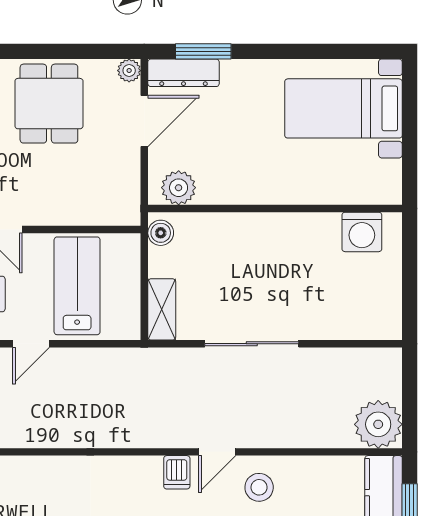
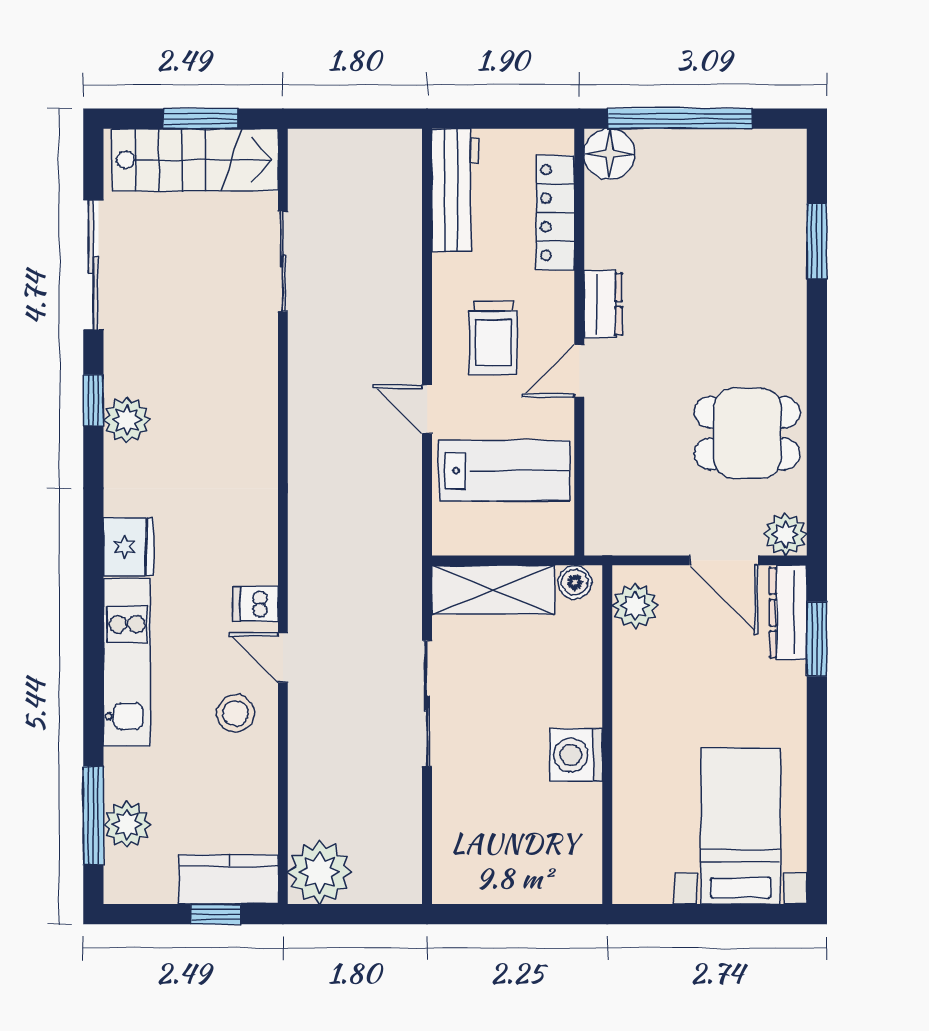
plant: (129, 71) -> (785, 534), width x1.38, depth x1.38
washing machine: (362, 232) -> (576, 755), moved
shelving: (162, 309) -> (493, 590), width x1.50, depth x1.33

